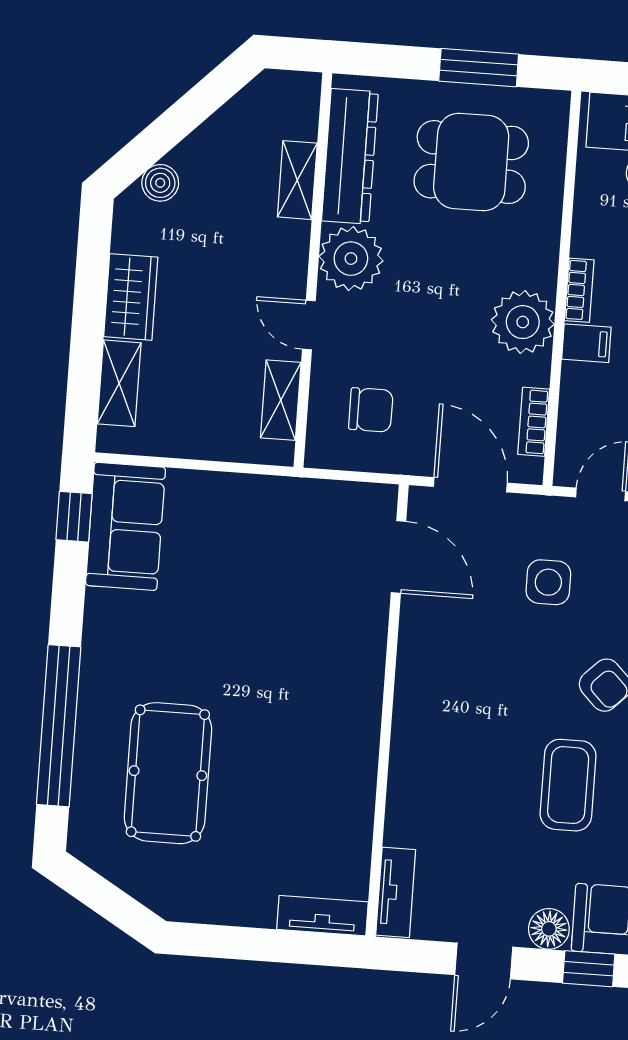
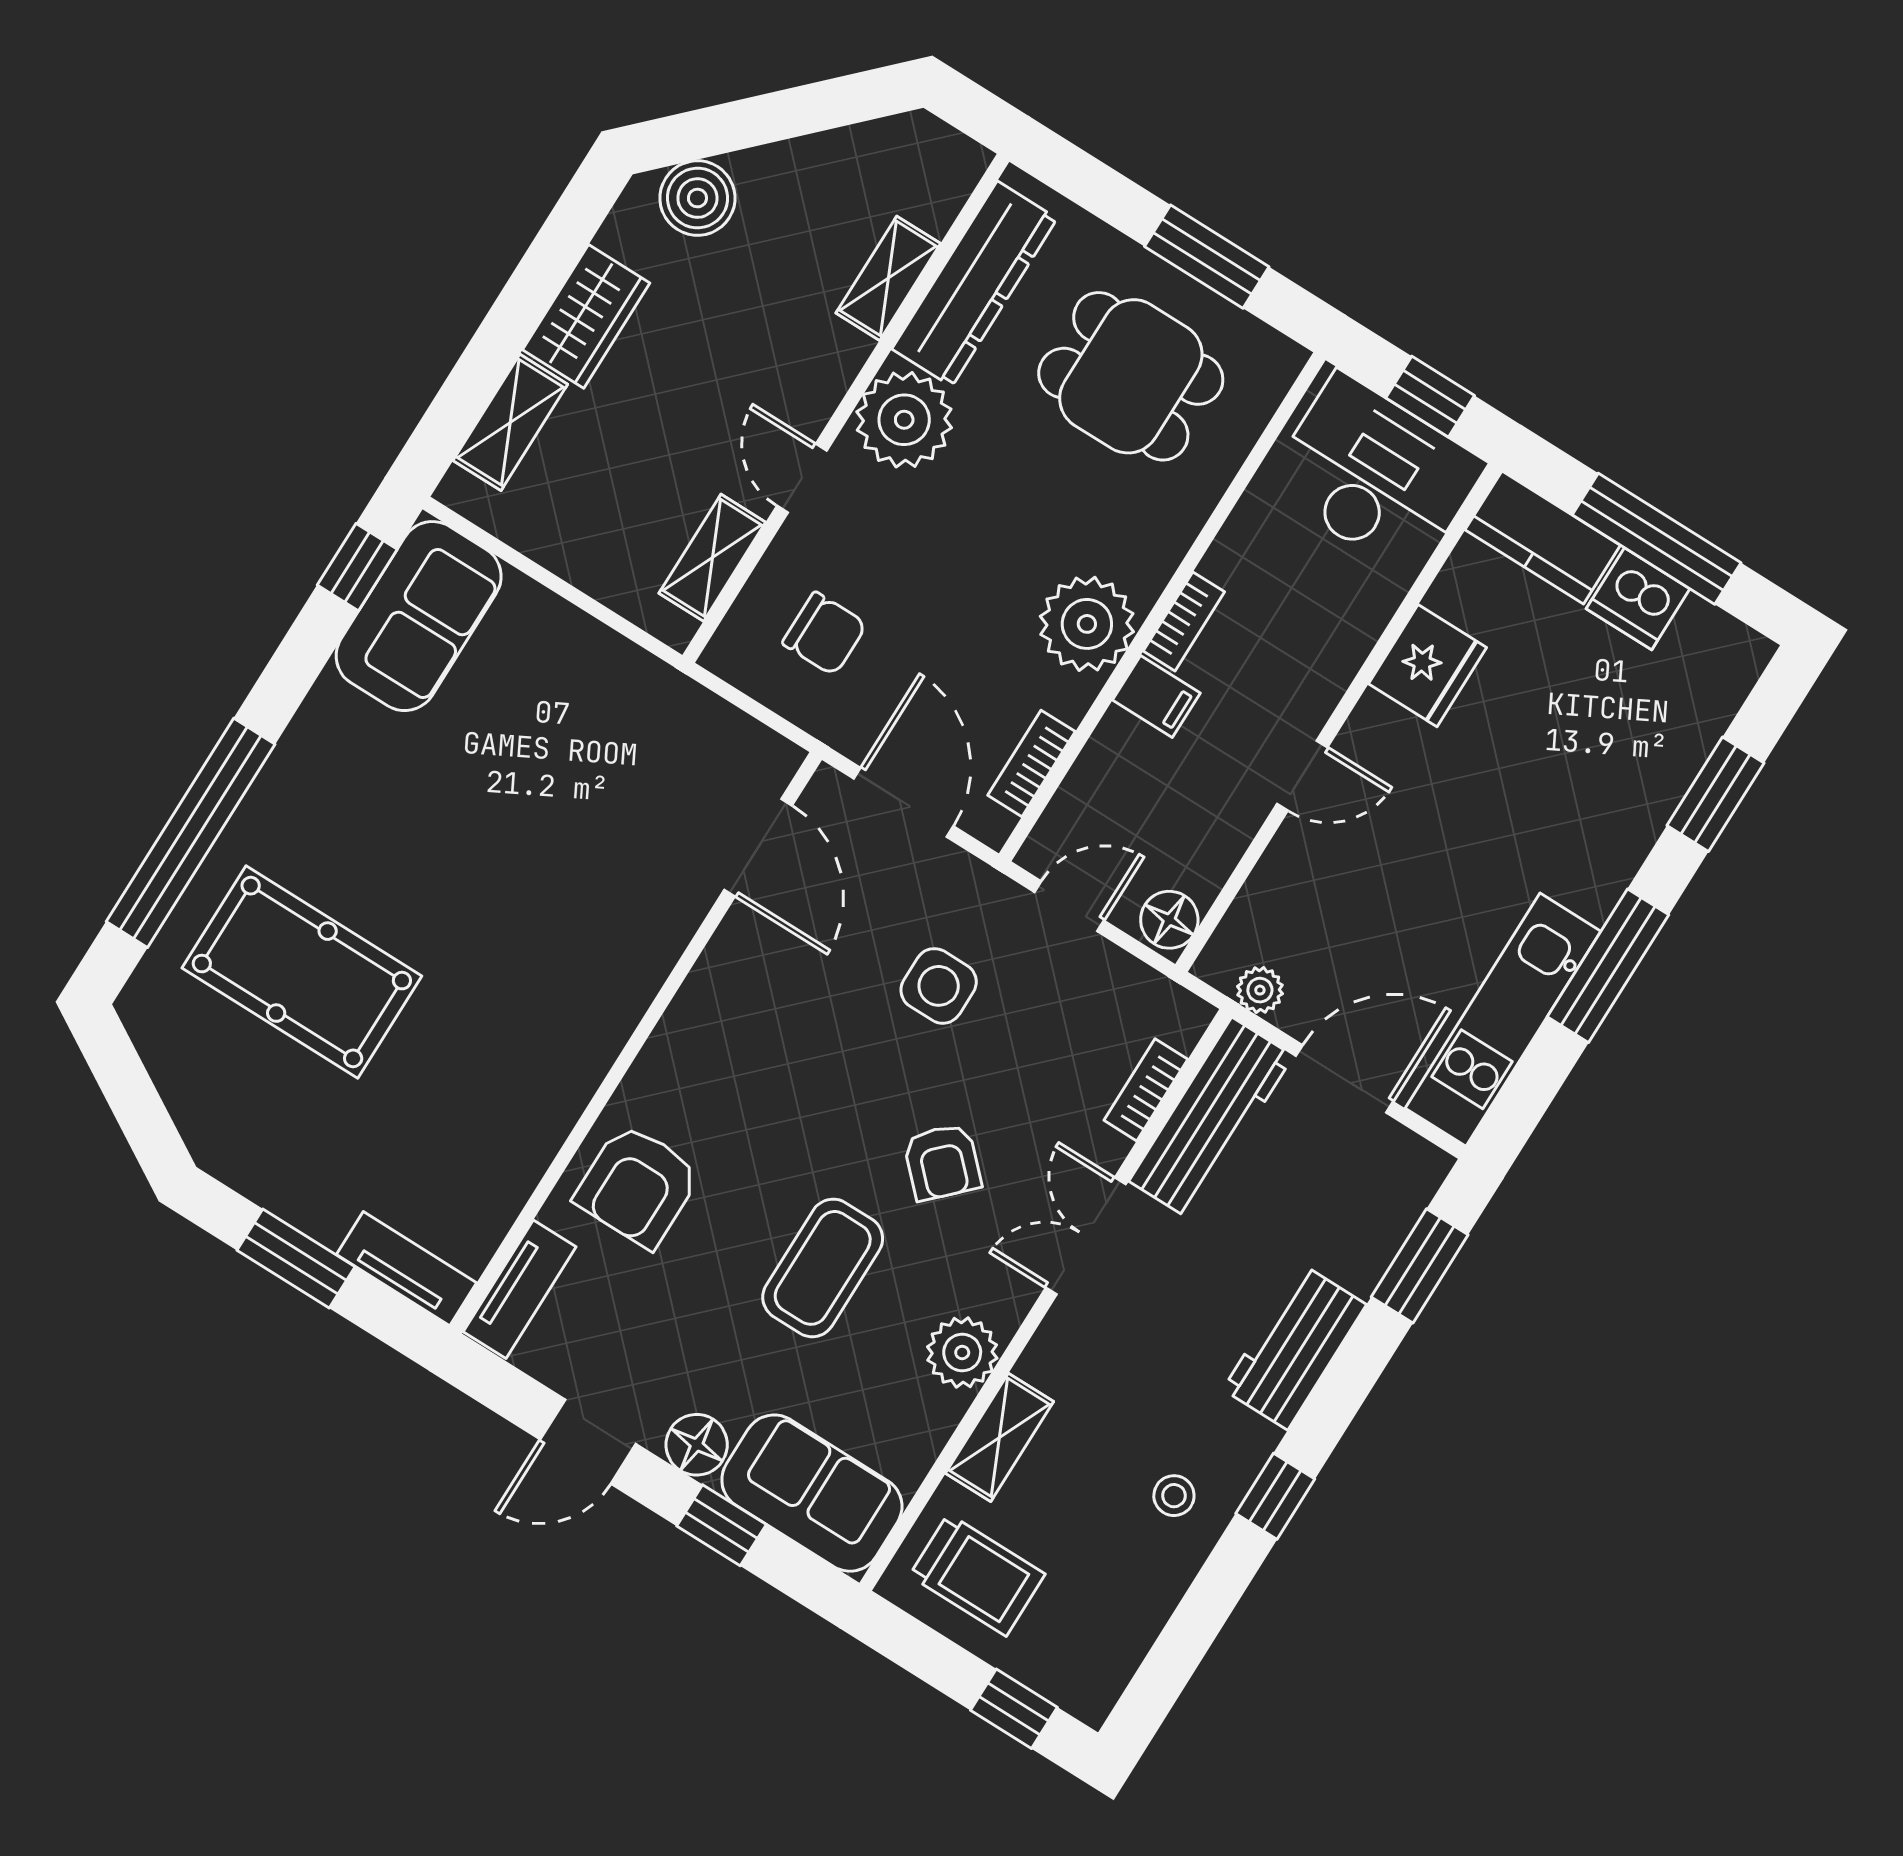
boiler: (160, 183) -> (697, 198), width x1.36, depth x1.36
pool table: (168, 773) -> (302, 972), turned 90
armchair: (433, 794) -> (638, 1186), added
window: (254, 944) -> (296, 1258), added

